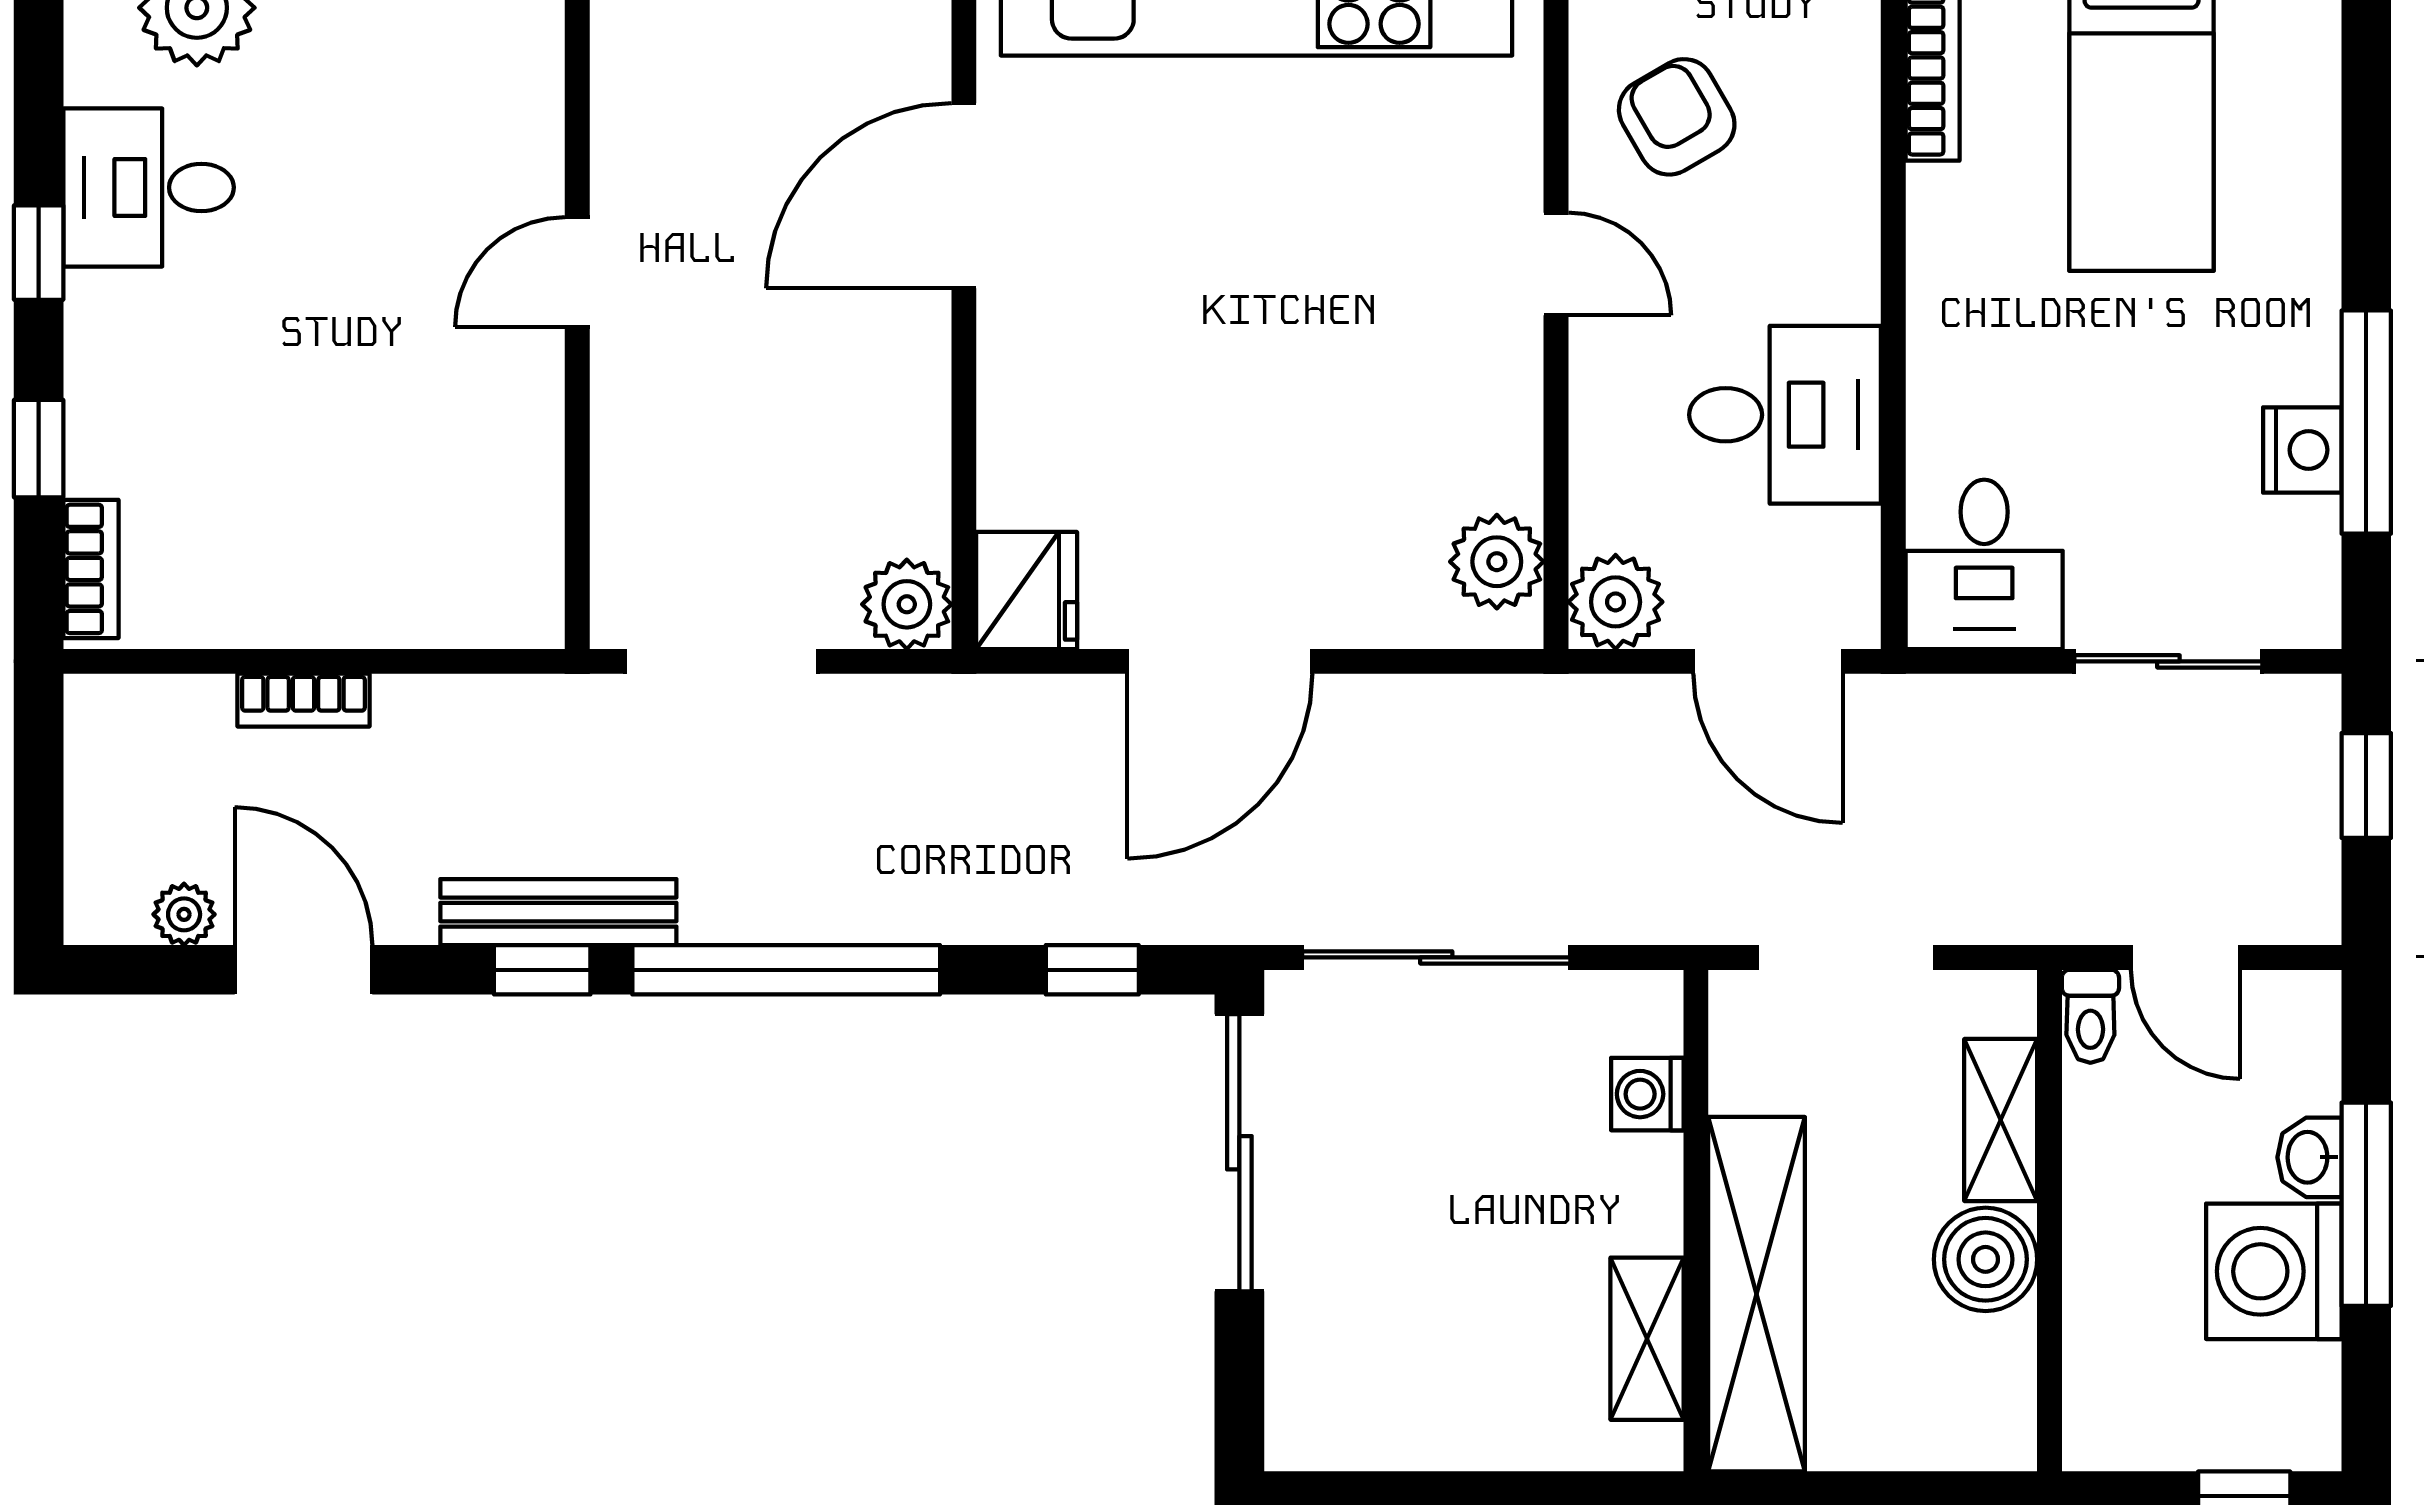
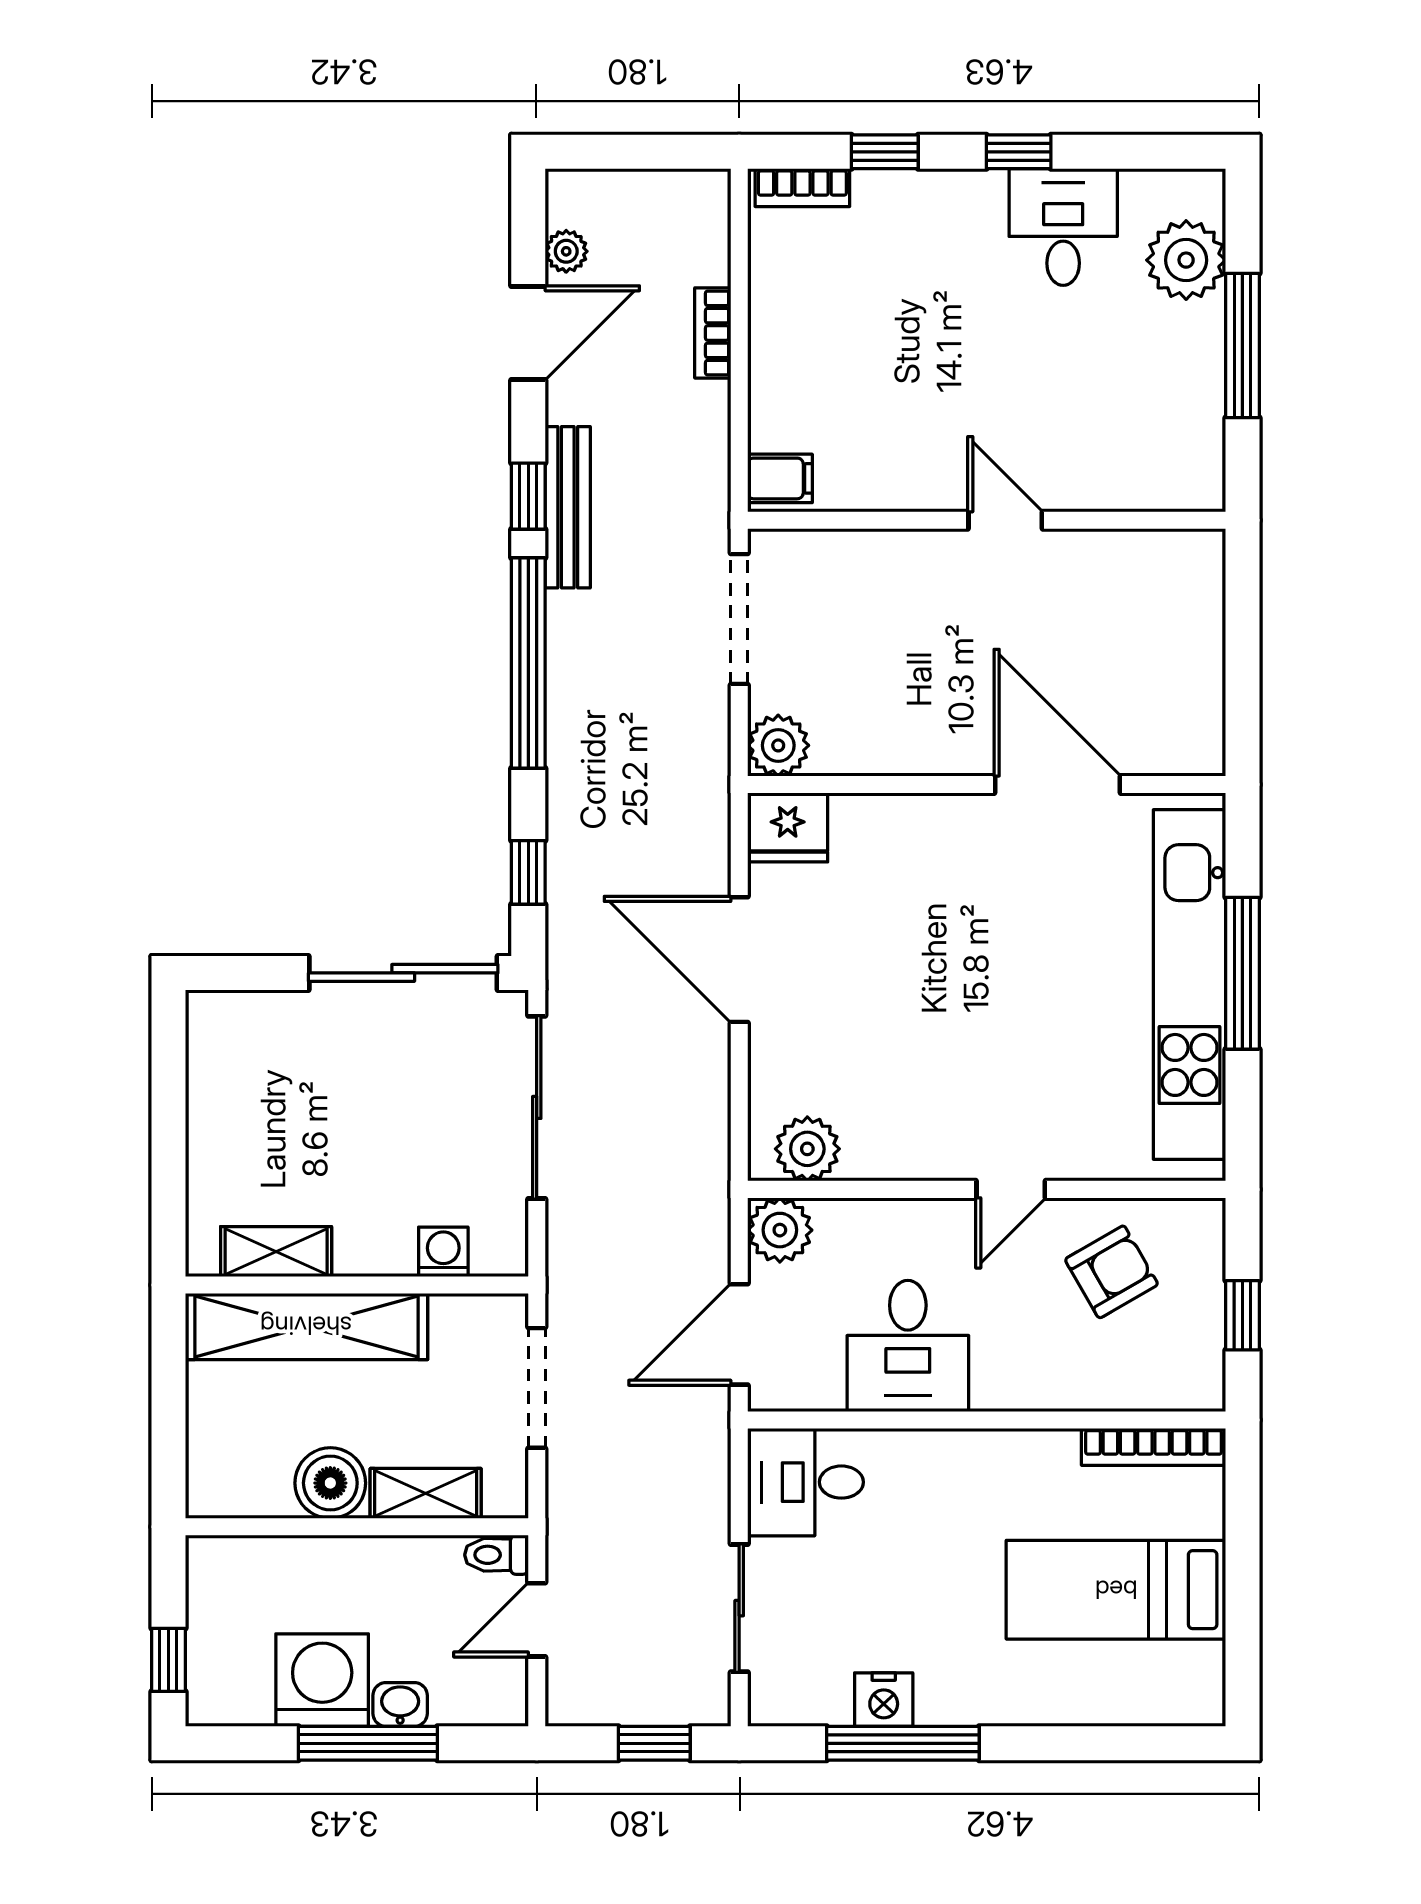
filing cabinet: (516, 602) -> (780, 478), added

